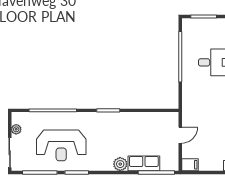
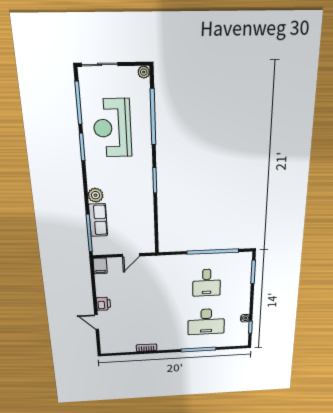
plant: (16, 129) -> (144, 72), moved
door: (180, 135) -> (131, 255), hinge flipped

